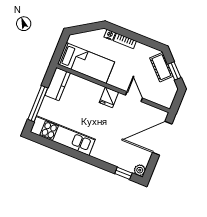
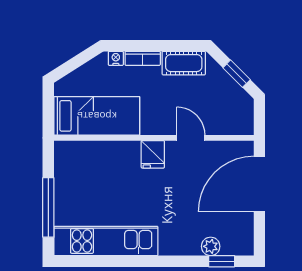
cot: (161, 67) -> (184, 63), moved, turned -45
kitchen counter: (58, 84) -> (66, 165), removed
plant: (140, 170) -> (211, 246), moved

